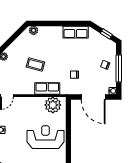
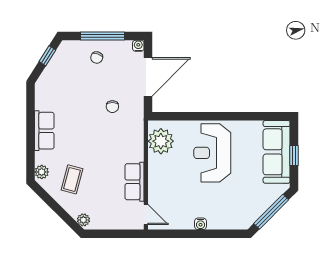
row of seats: (76, 32) -> (44, 131), moved
coffee table: (35, 65) -> (72, 179), moved
row of seats: (47, 89) -> (135, 182), moved

